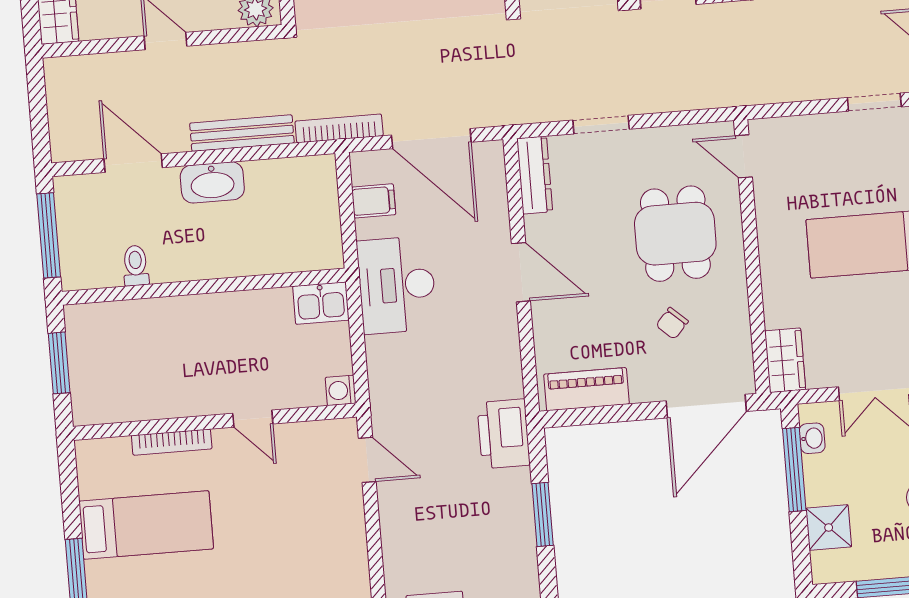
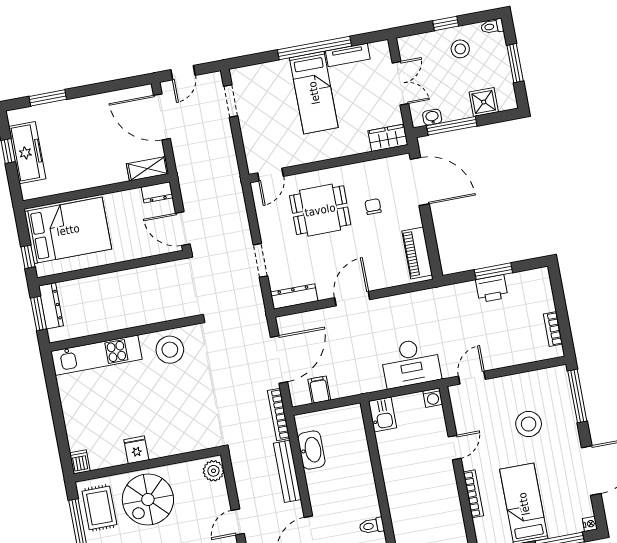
washbasin: (212, 182) -> (311, 450), moved
desk: (397, 285) -> (411, 363), moved
chair: (672, 323) -> (373, 207), turned -132
printer: (504, 434) -> (492, 289), moved, width x0.73, depth x0.84
stool: (280, 547) -> (529, 424), added

